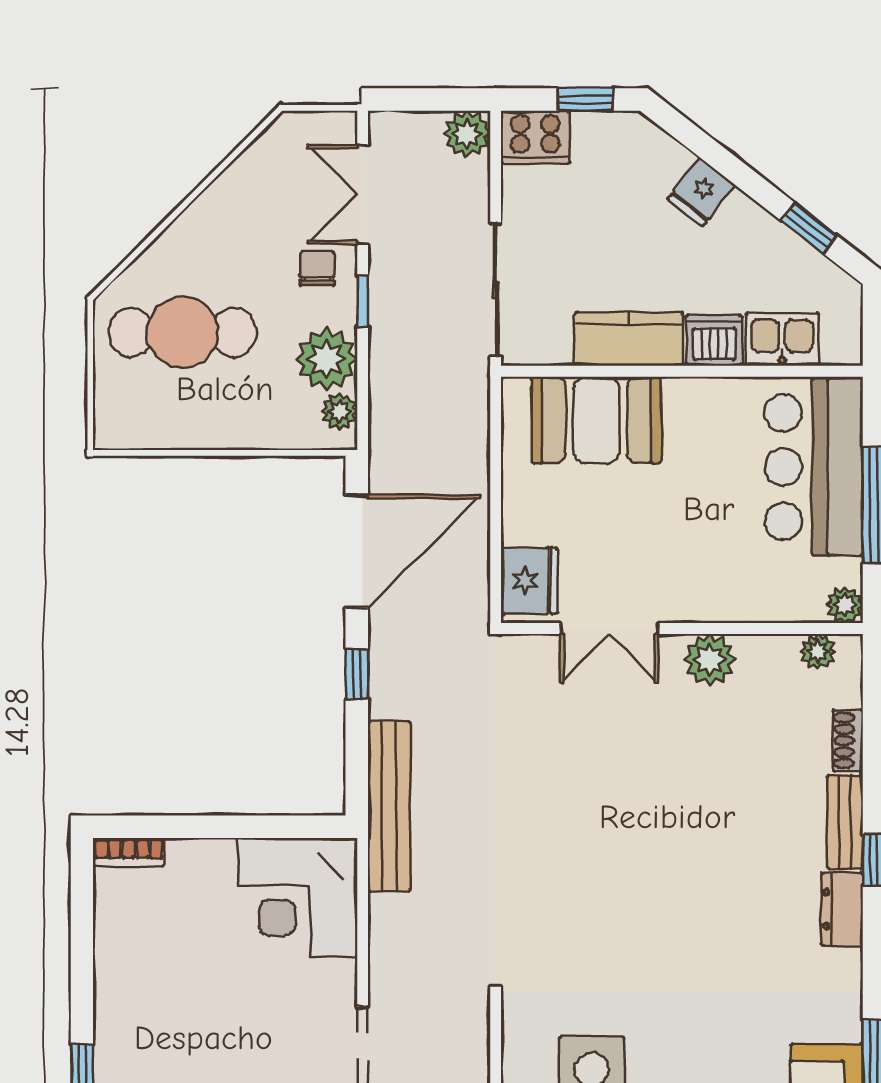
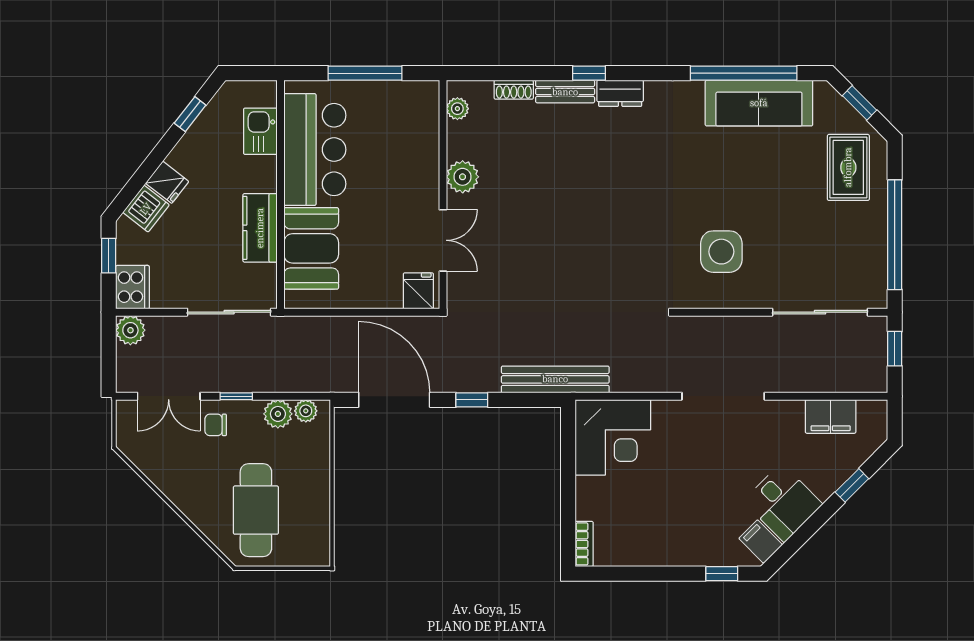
dishwasher: (714, 340) -> (146, 209), moved, turned -142
plant: (326, 359) -> (278, 414), width x0.73, depth x0.73
bar counter: (814, 467) -> (315, 150), moved, turned -90
fridge: (529, 580) -> (418, 291), width x0.72
plant: (845, 605) -> (428, 92), removed

